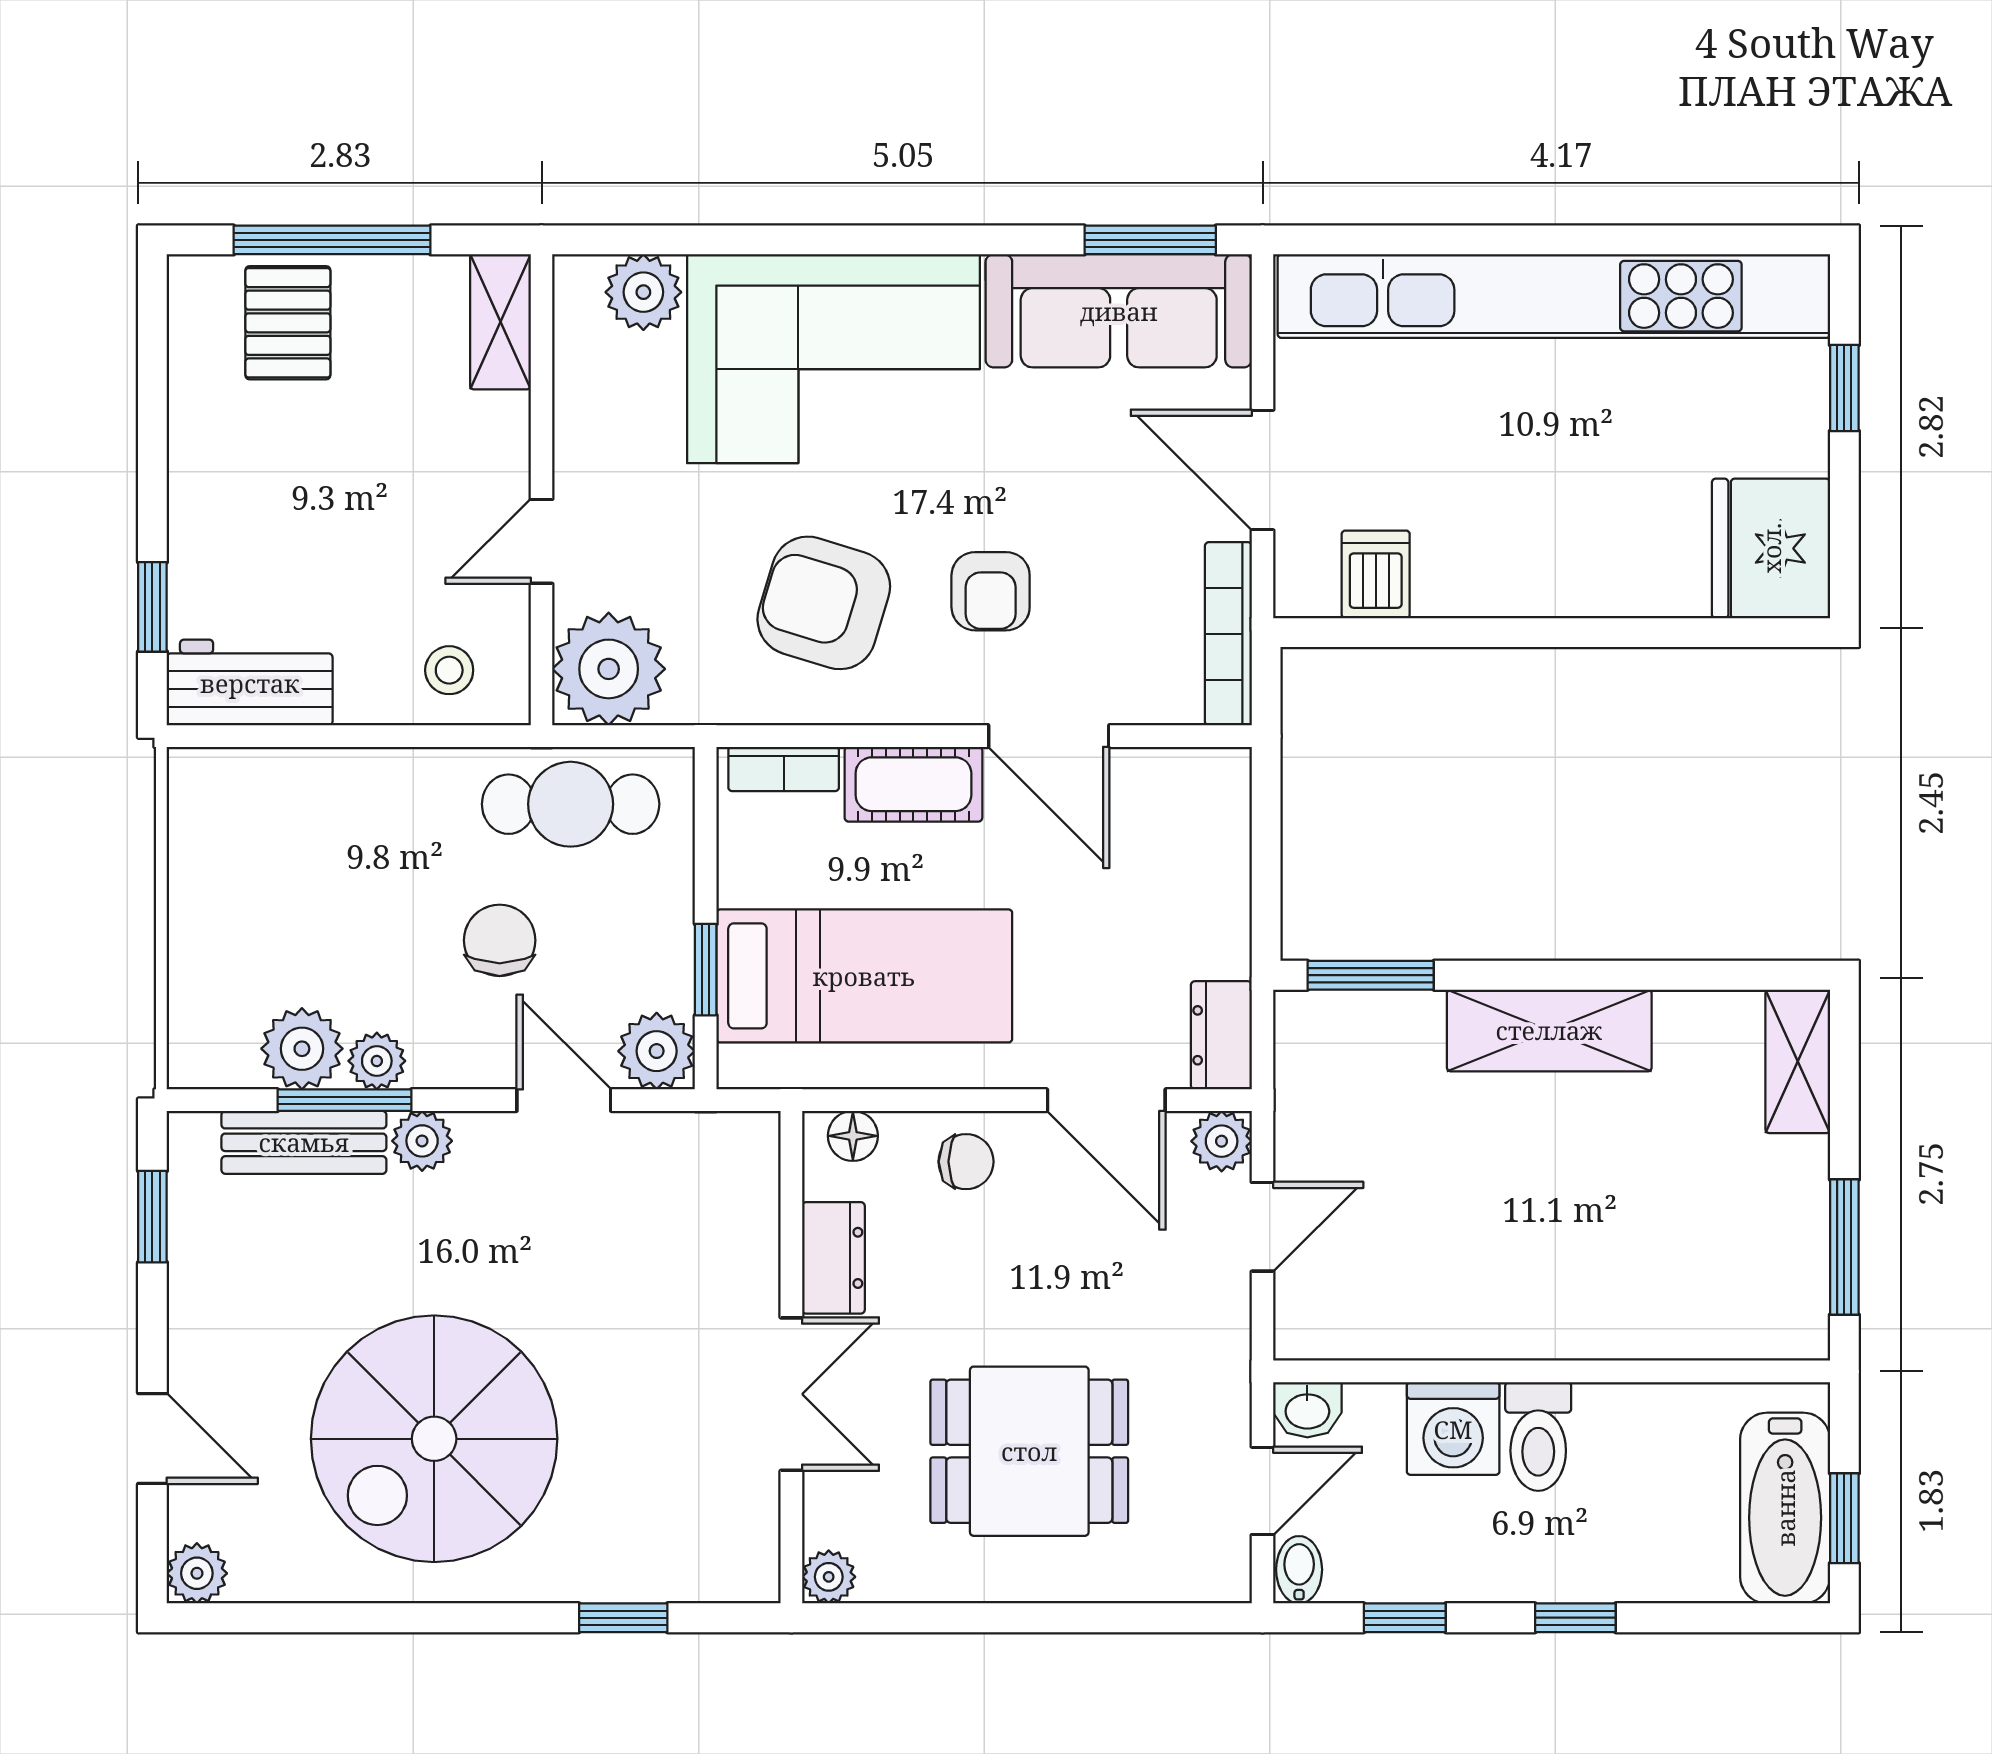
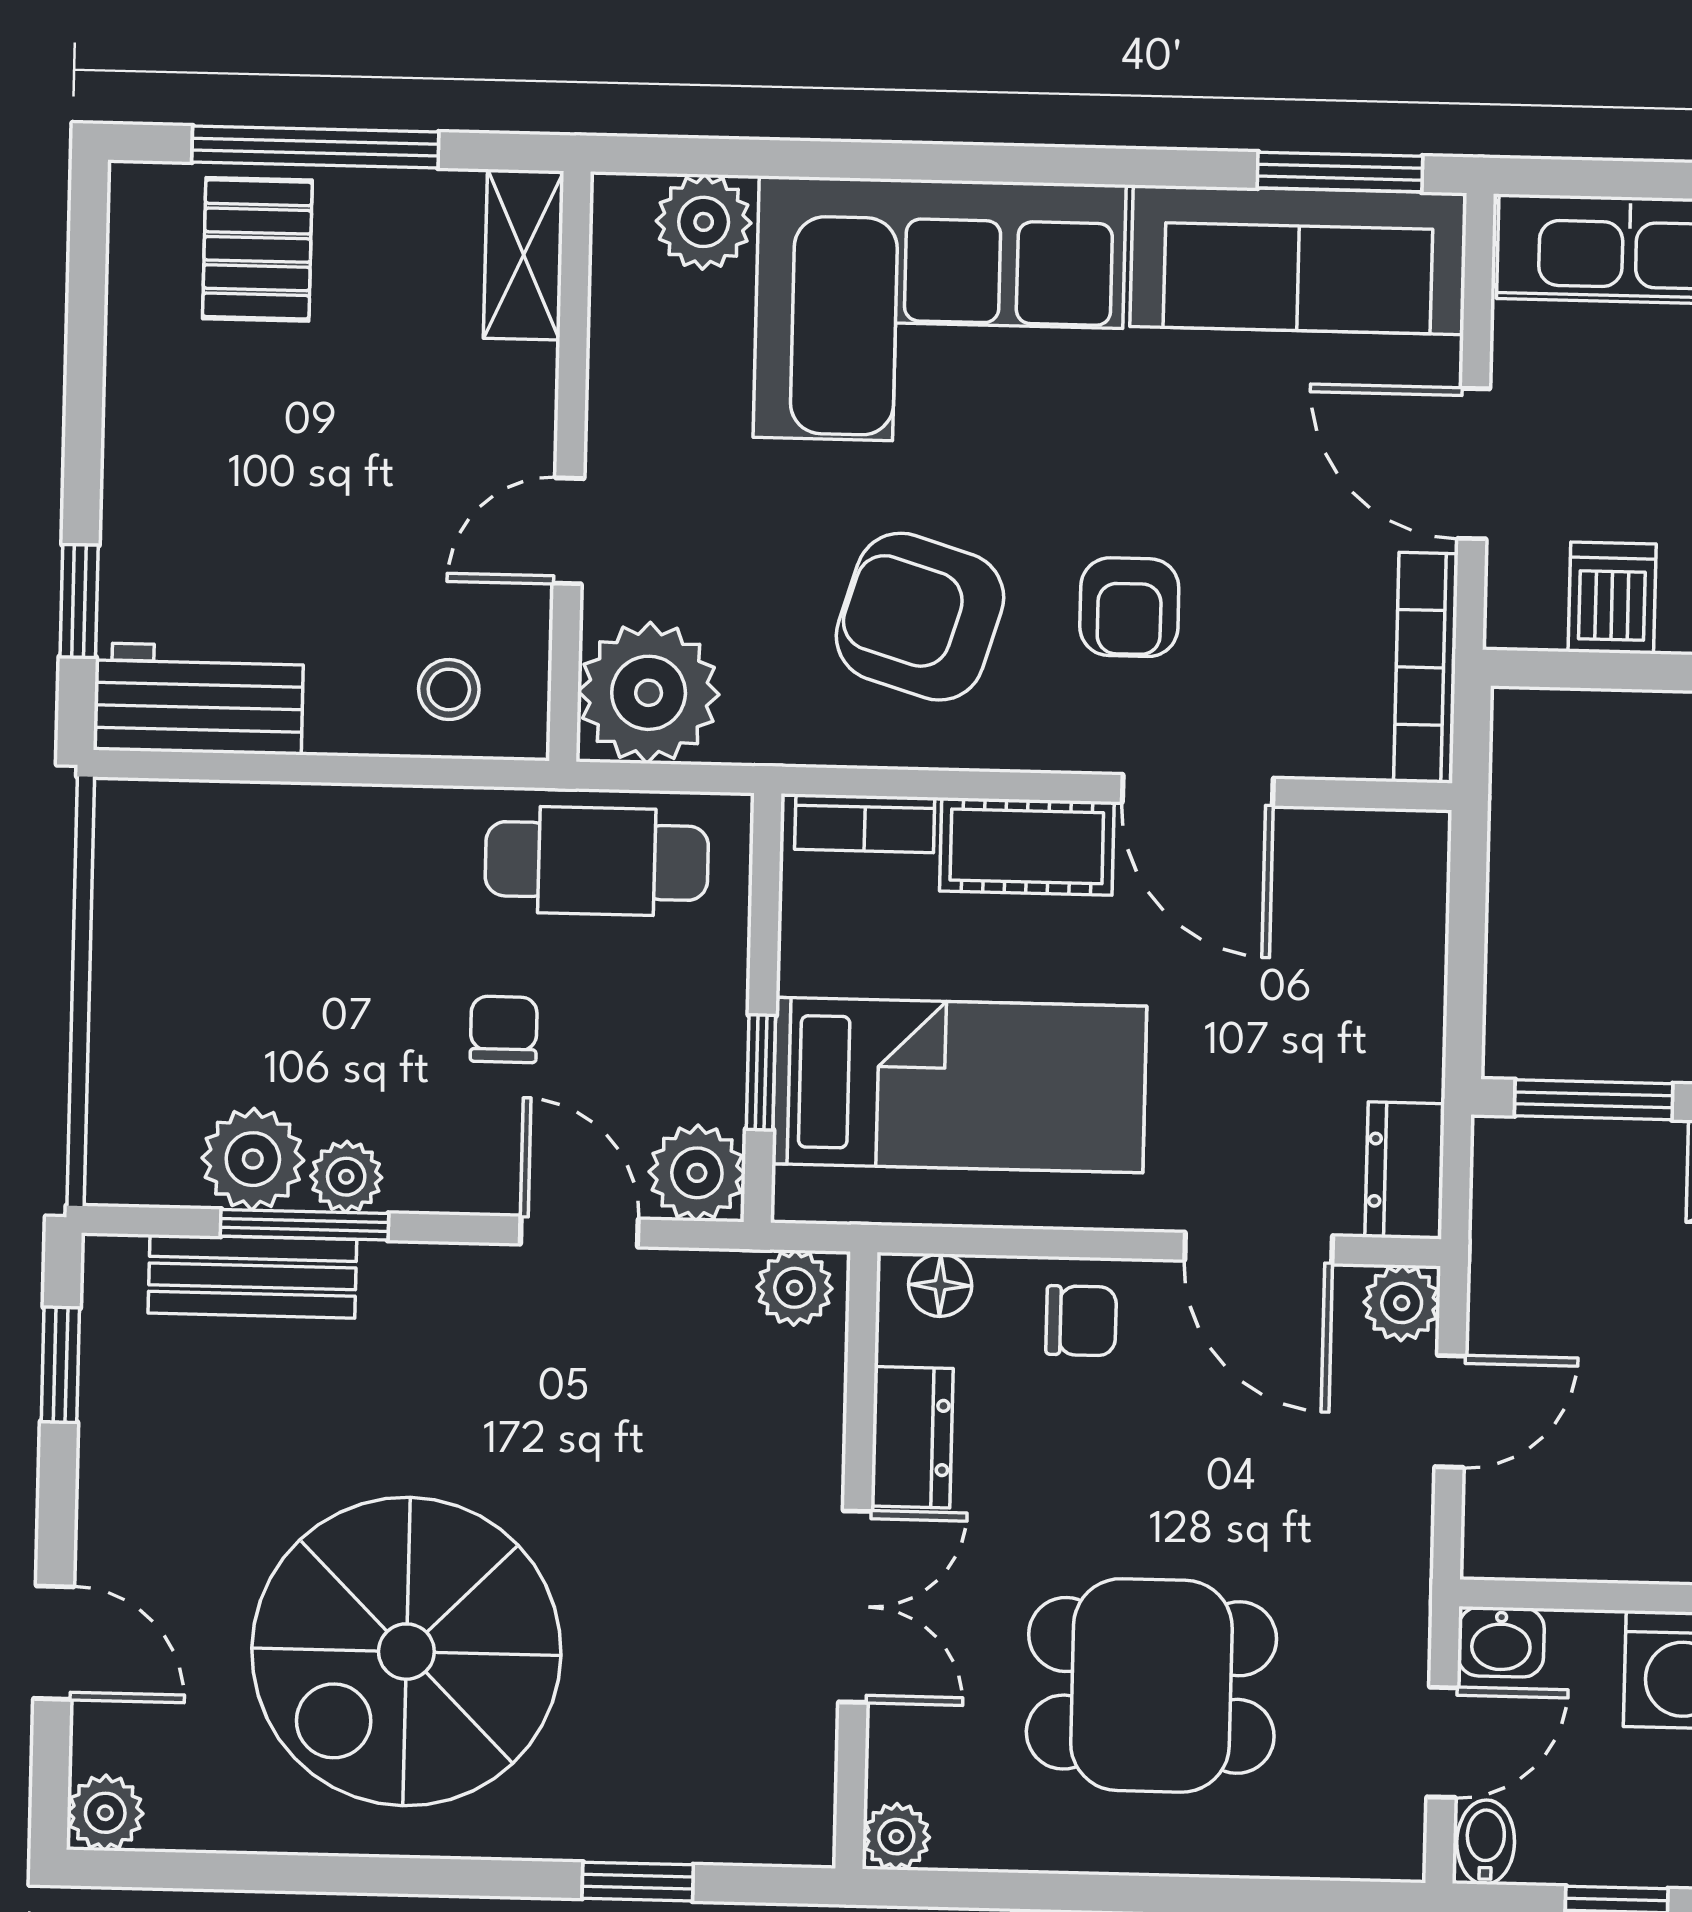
chair: (500, 940) -> (504, 1029), width x0.73, depth x0.73
plant: (422, 1141) -> (795, 1288), moved

